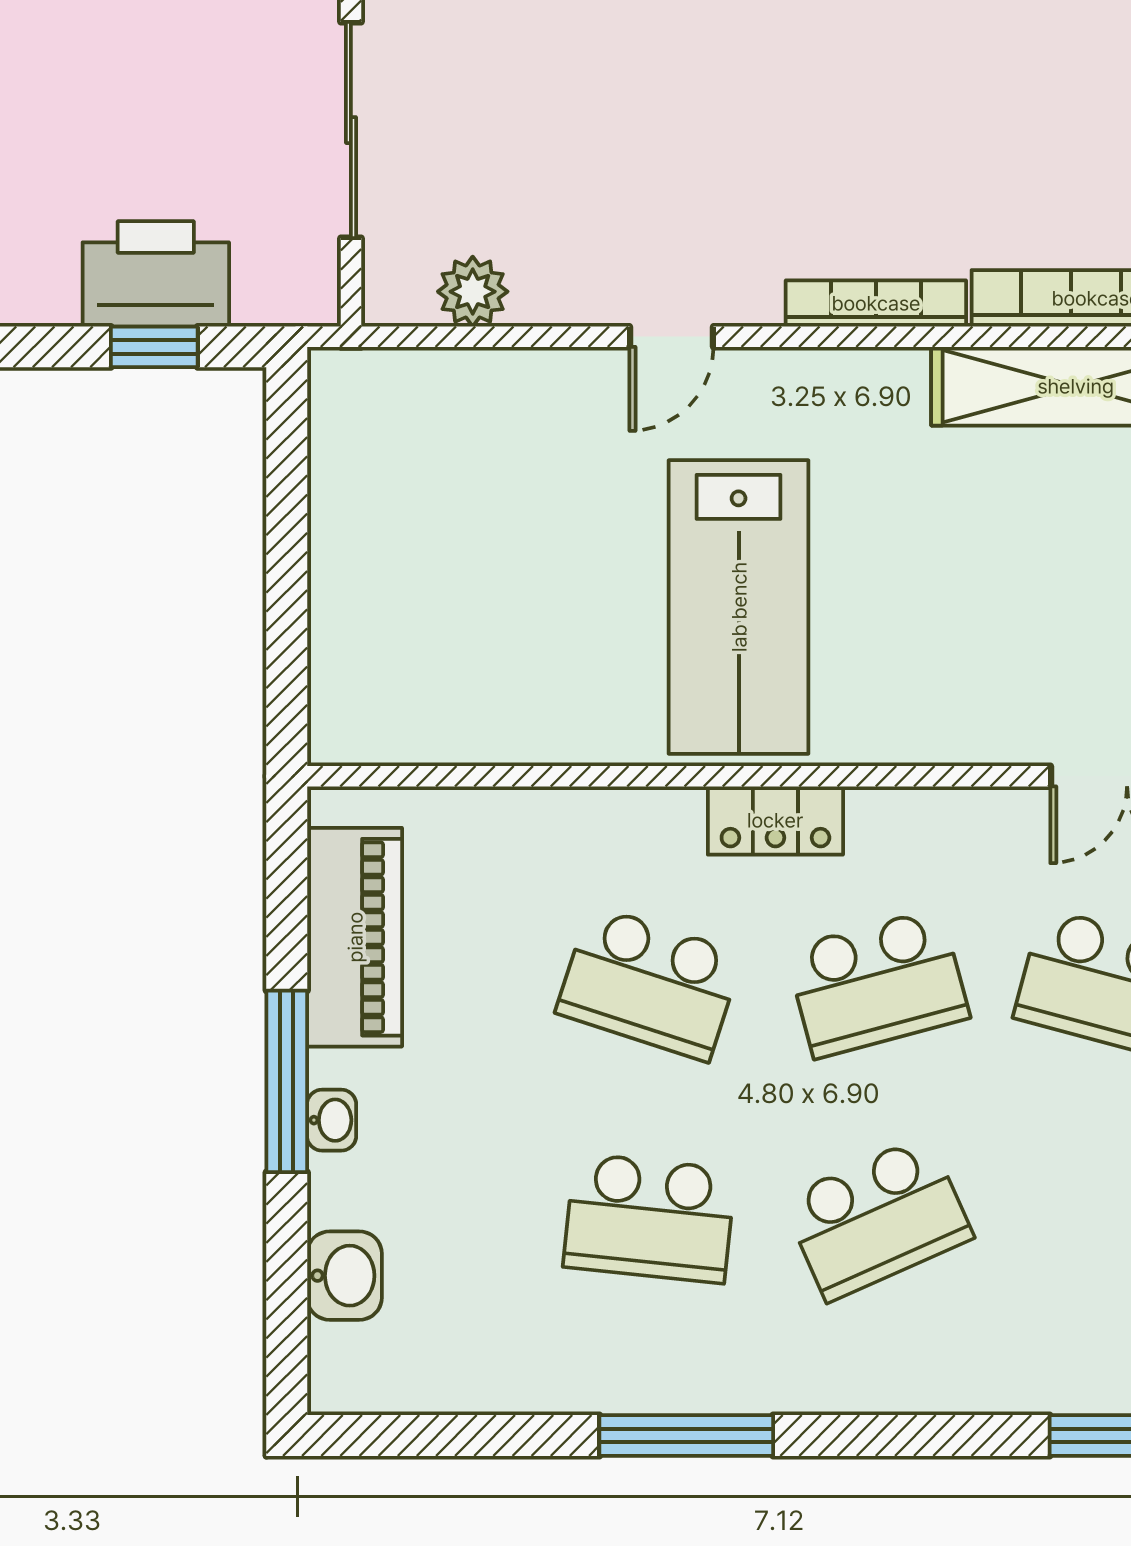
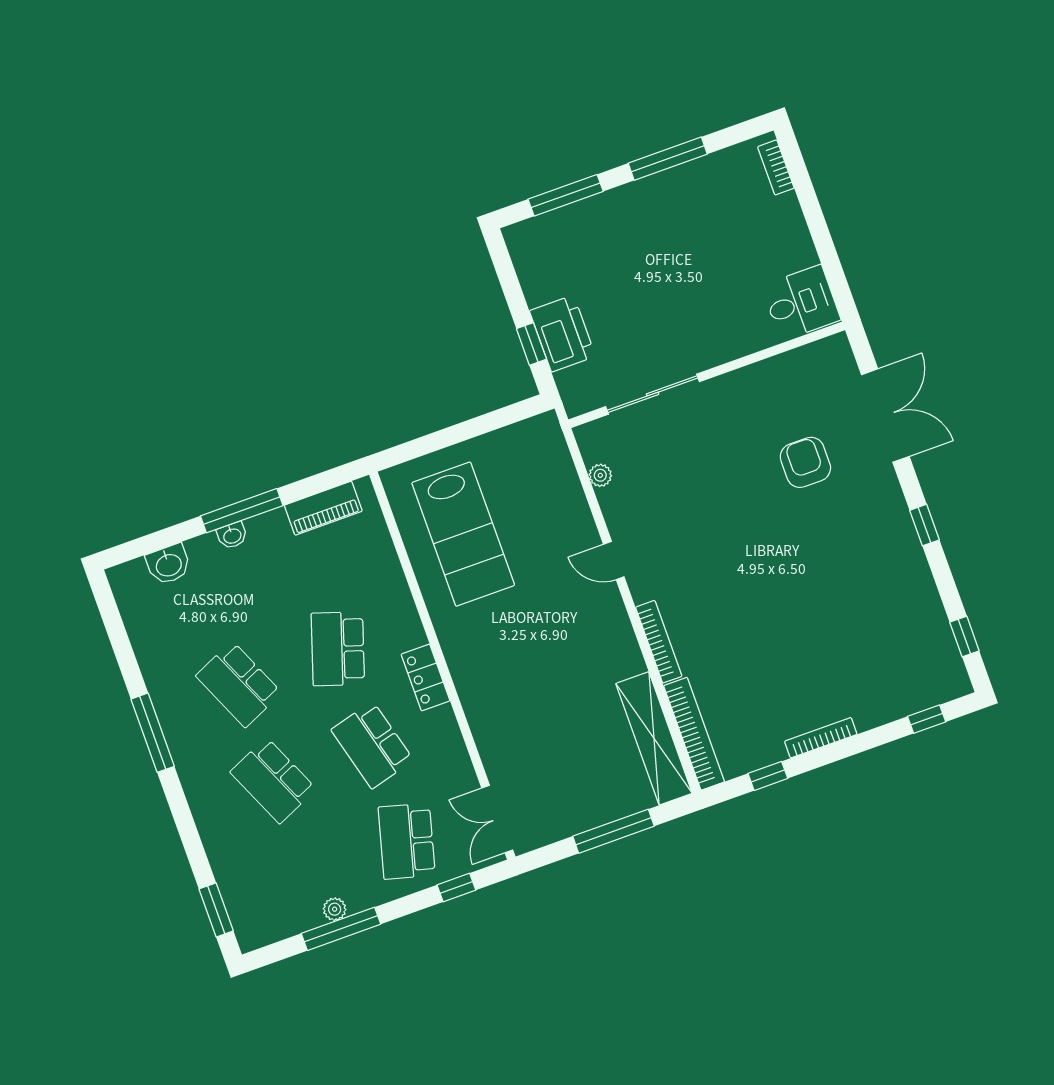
plant: (473, 292) -> (600, 475), width x0.73, depth x0.73
lab bench: (739, 607) -> (463, 534), moved, turned -90
piano: (355, 937) -> (323, 508), width x0.73, depth x0.75
school desk: (649, 1218) -> (239, 684), turned -30

